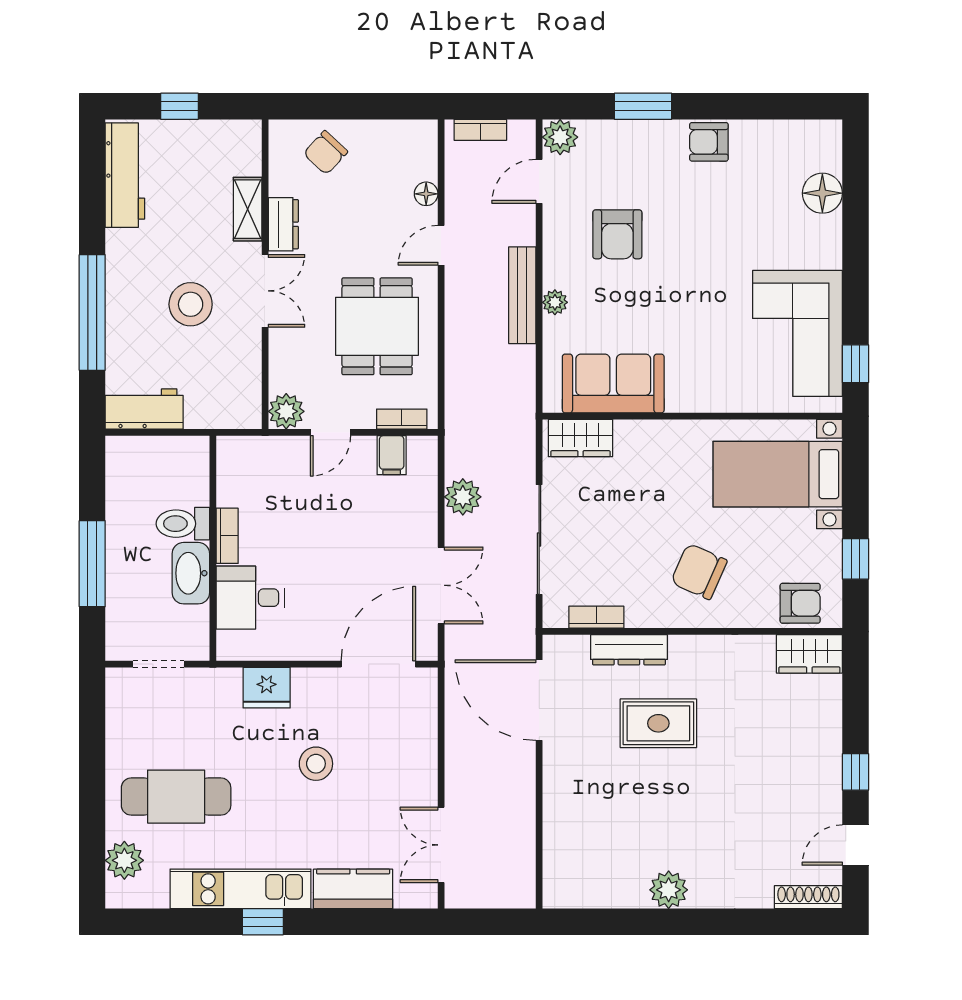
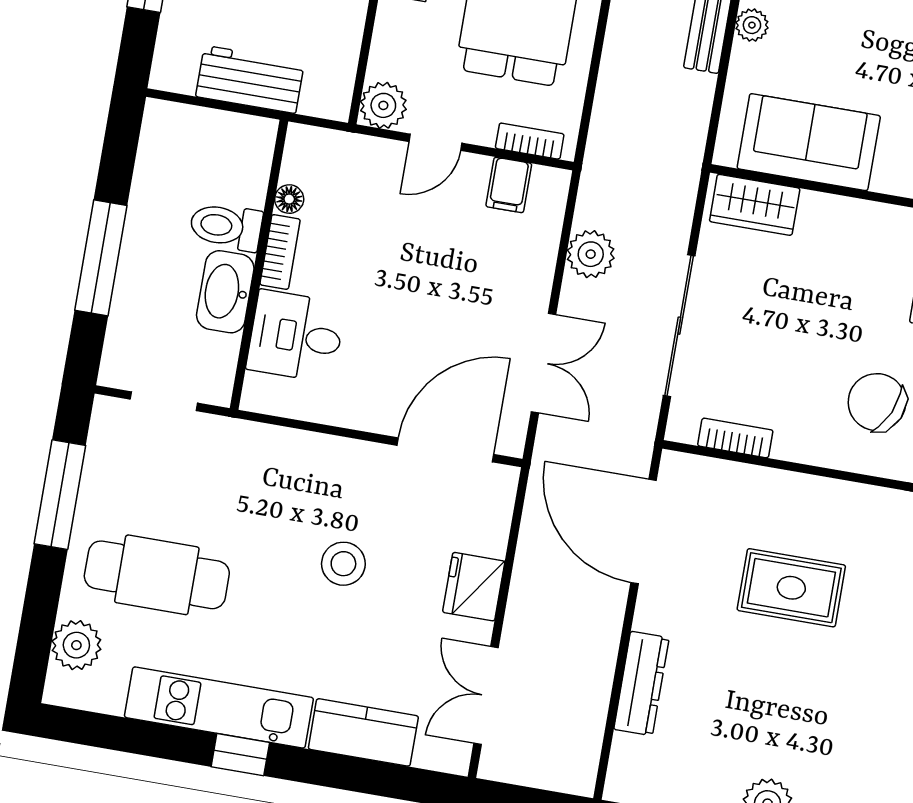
workbench: (144, 409) -> (250, 79), moved
floor lamp: (227, 495) -> (289, 199), added
dresser: (629, 650) -> (641, 684), moved, turned -90
fridge: (267, 688) -> (474, 587), moved, turned 90
window: (92, 748) -> (60, 495), added

